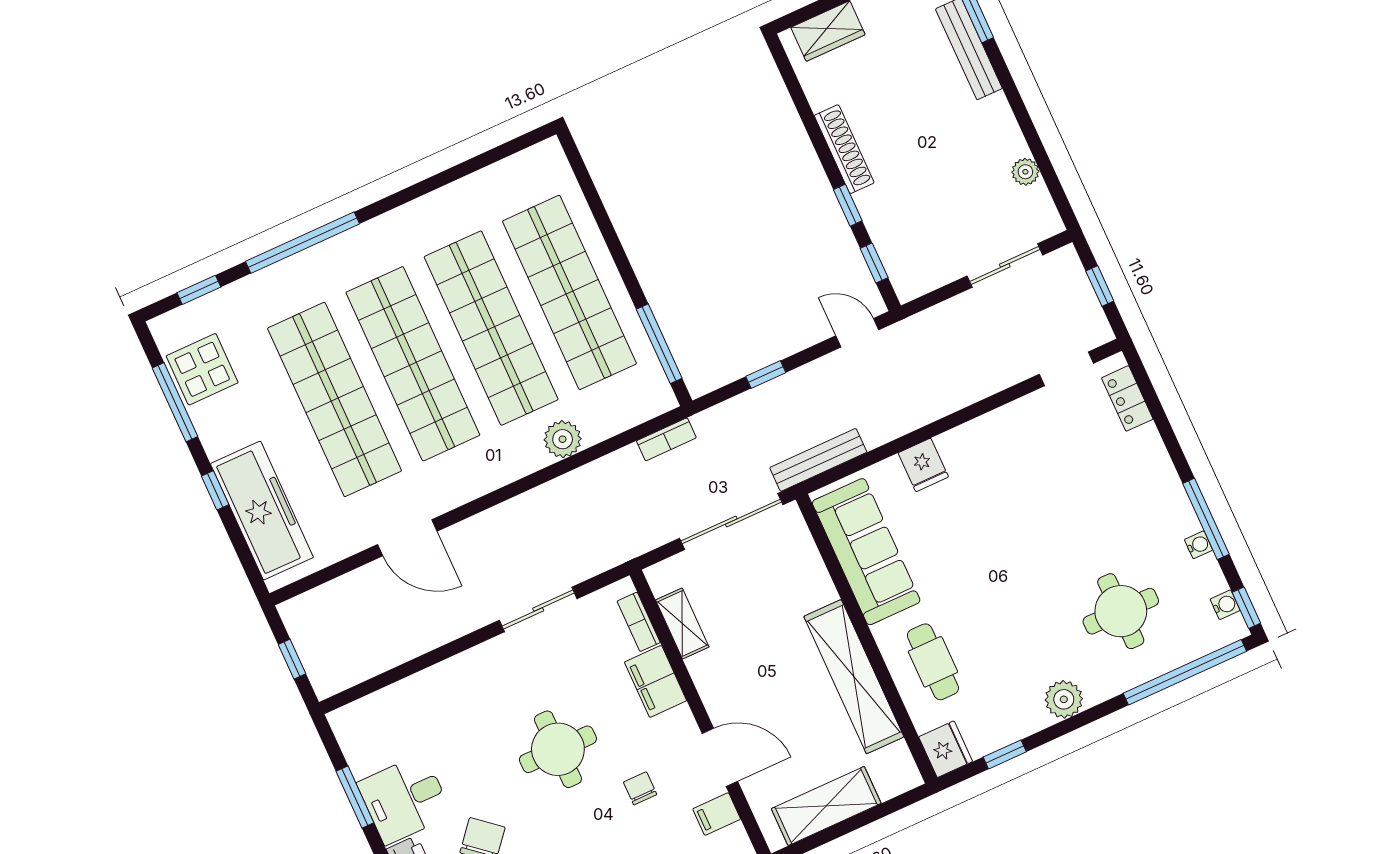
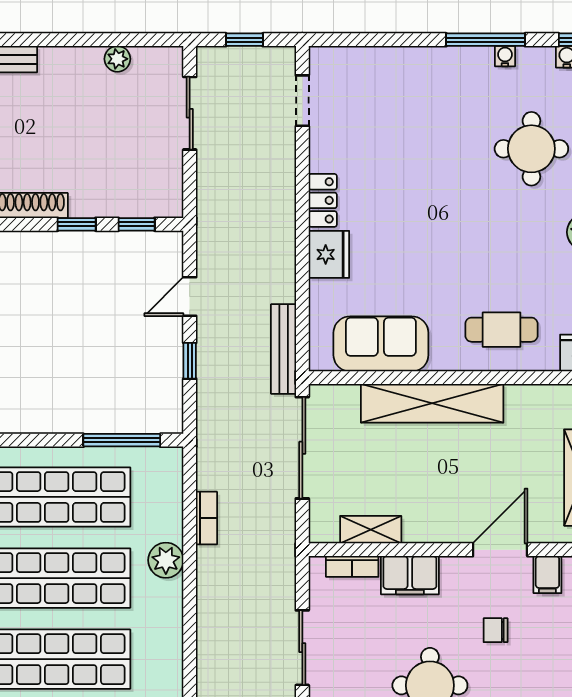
door: (857, 333) -> (190, 296), moved
locker: (1127, 398) -> (323, 200), moved, turned -90
bookcase: (666, 439) -> (207, 518), moved
fridge: (923, 465) -> (329, 254), width x1.38
sofa: (866, 552) -> (381, 344), width x0.73
shelving: (854, 677) -> (432, 403), moved

